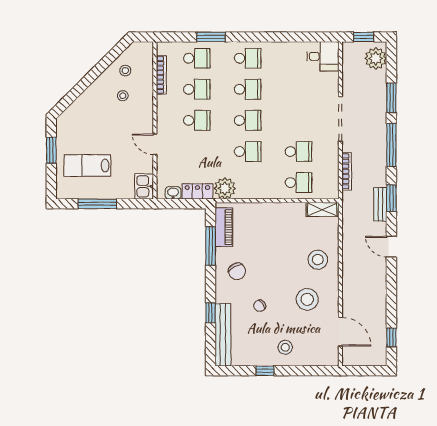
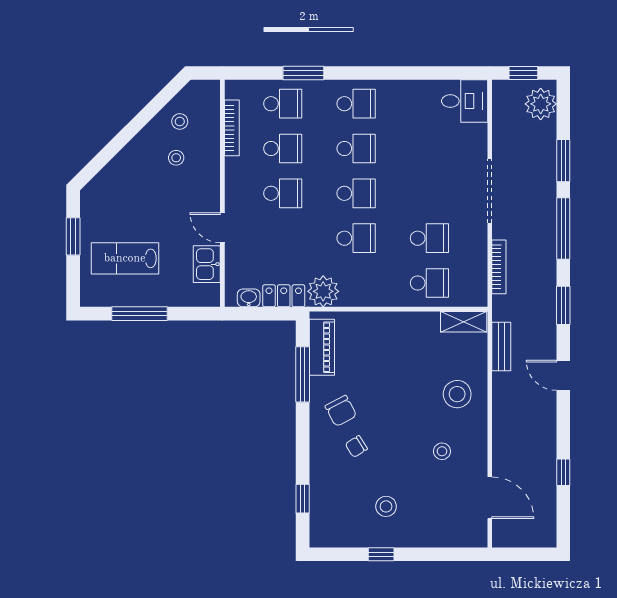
kitchen sink: (144, 186) -> (207, 264), moved
bench: (380, 204) -> (501, 346), moved
stool: (307, 299) -> (442, 451), width x0.53, depth x0.53
chair: (260, 306) -> (356, 446), moved
window: (211, 313) -> (303, 499), moved
bench: (223, 335) -> (321, 502), removed
window: (391, 338) -> (563, 472), moved
stool: (285, 347) -> (386, 506), moved

